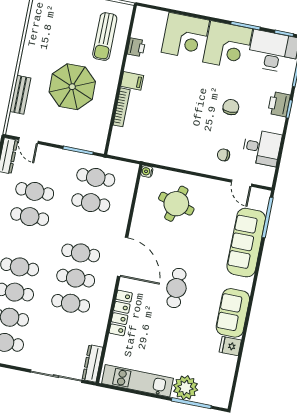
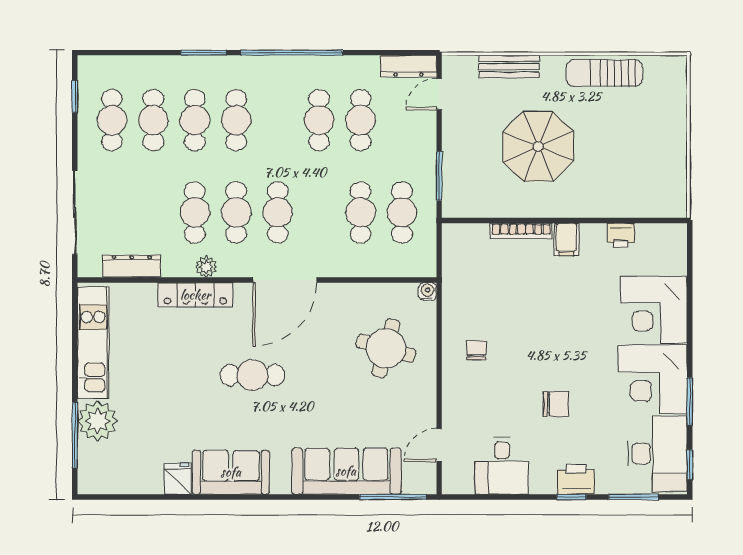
sun lounger: (105, 37) -> (604, 73), moved
chair: (224, 155) -> (476, 350), moved
plant: (105, 303) -> (206, 267), added
dresser: (92, 363) -> (132, 266), moved

